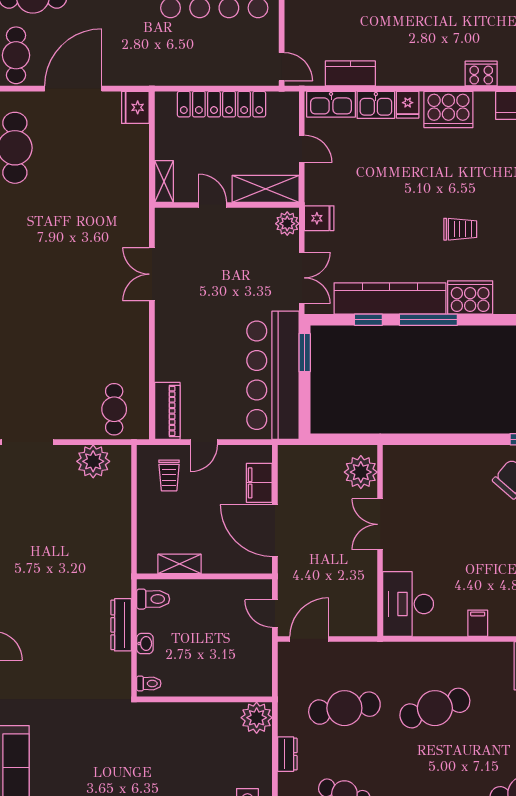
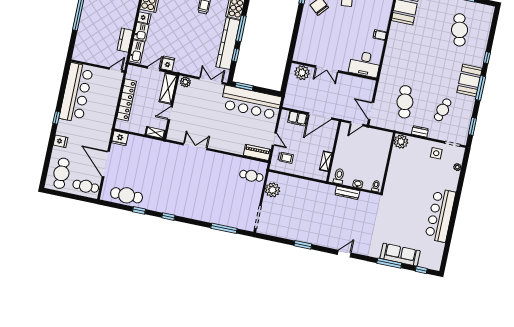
fridge: (319, 218) -> (168, 64), moved
double door: (152, 274) -> (195, 147), swing flipped
cafe table: (435, 708) -> (413, 62), removed

